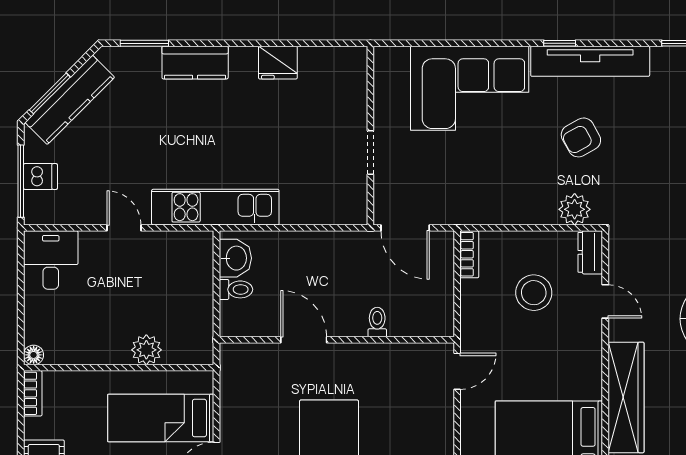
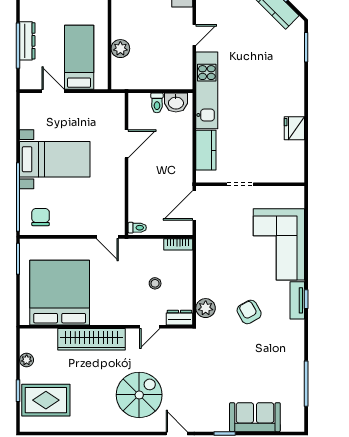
tv unit: (590, 61) -> (297, 300), width x0.52, depth x0.78
kitchen counter: (195, 63) -> (206, 150), moved, turned 180
stool: (534, 293) -> (155, 283), width x0.53, depth x0.53
toilet: (377, 322) -> (137, 228), moved

